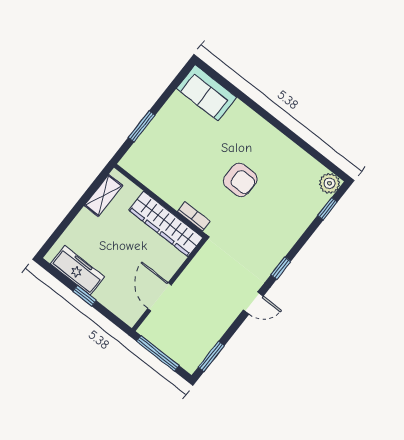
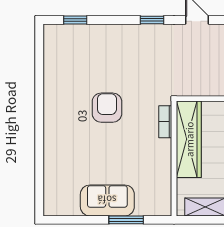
sofa: (207, 93) -> (107, 200), moved, turned -90
plant: (330, 183) -> (54, 34), removed

